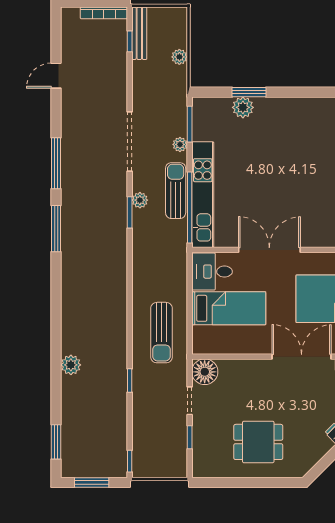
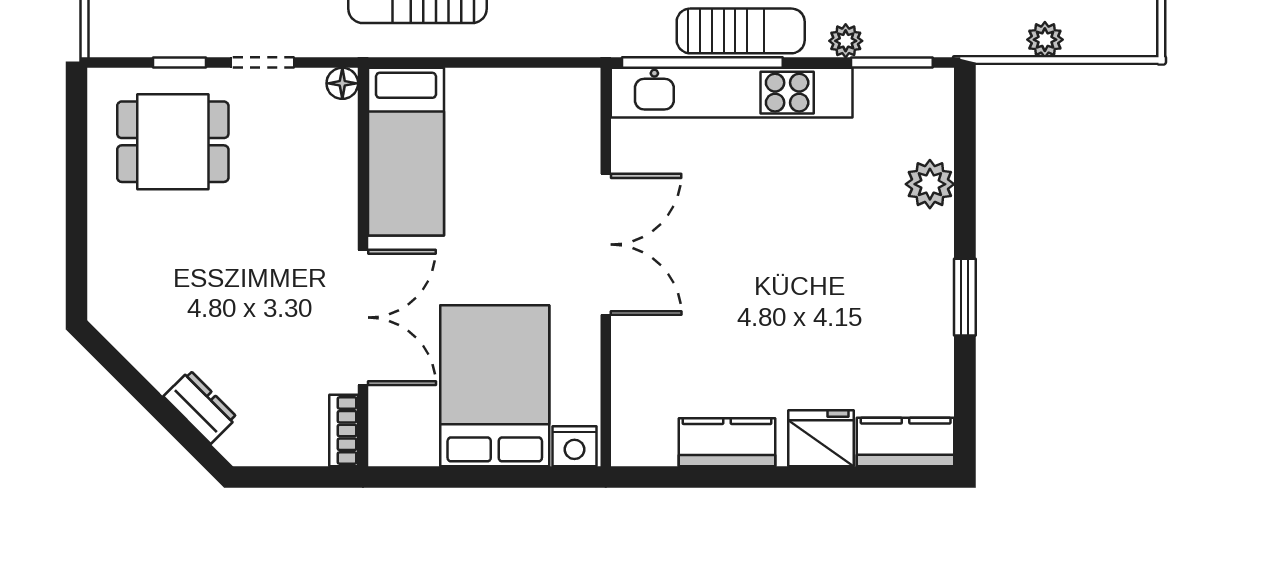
window: (249, 92) -> (965, 297), moved
desk: (212, 272) -> (557, 114), removed
bed: (229, 308) -> (406, 152), moved
floor lamp: (205, 372) -> (342, 83), width x0.53, depth x0.53
dining table: (258, 442) -> (173, 142), moved, turned 90

